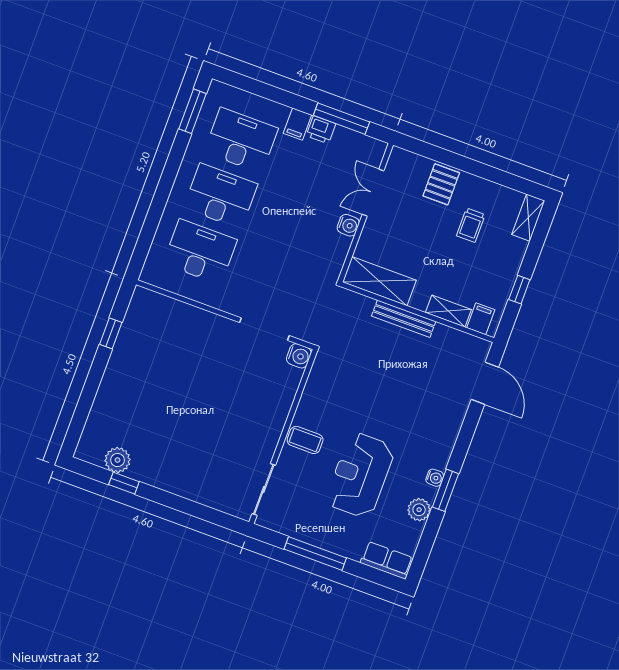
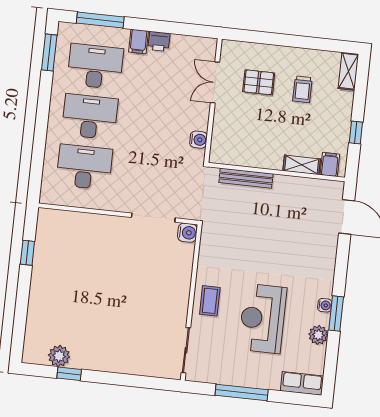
window: (341, 119) -> (100, 20), moved
pallet: (441, 184) -> (259, 82), moved, turned 90
water cooler: (348, 225) -> (198, 140), moved
shelving: (379, 281) -> (239, 154), removed
bench: (404, 319) -> (246, 178), moved
coffee table: (305, 440) -> (210, 301), turned 90

